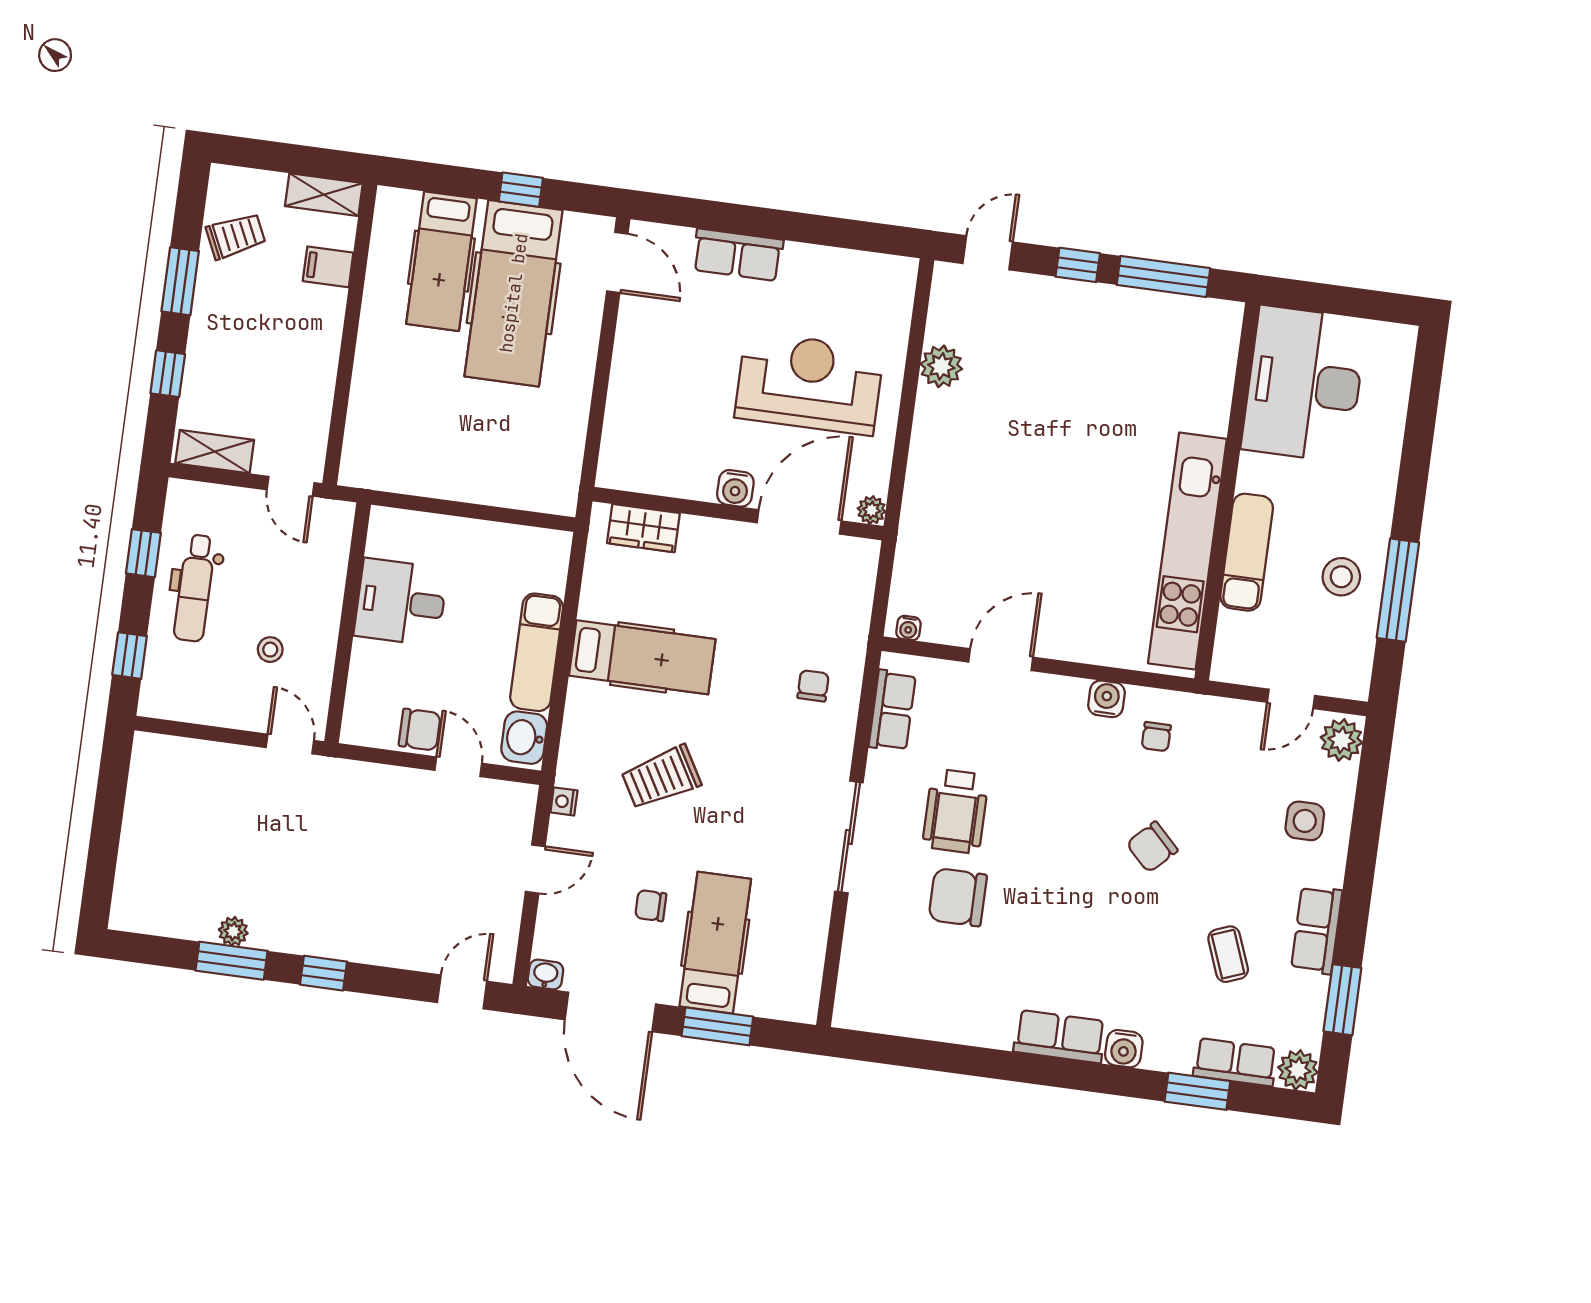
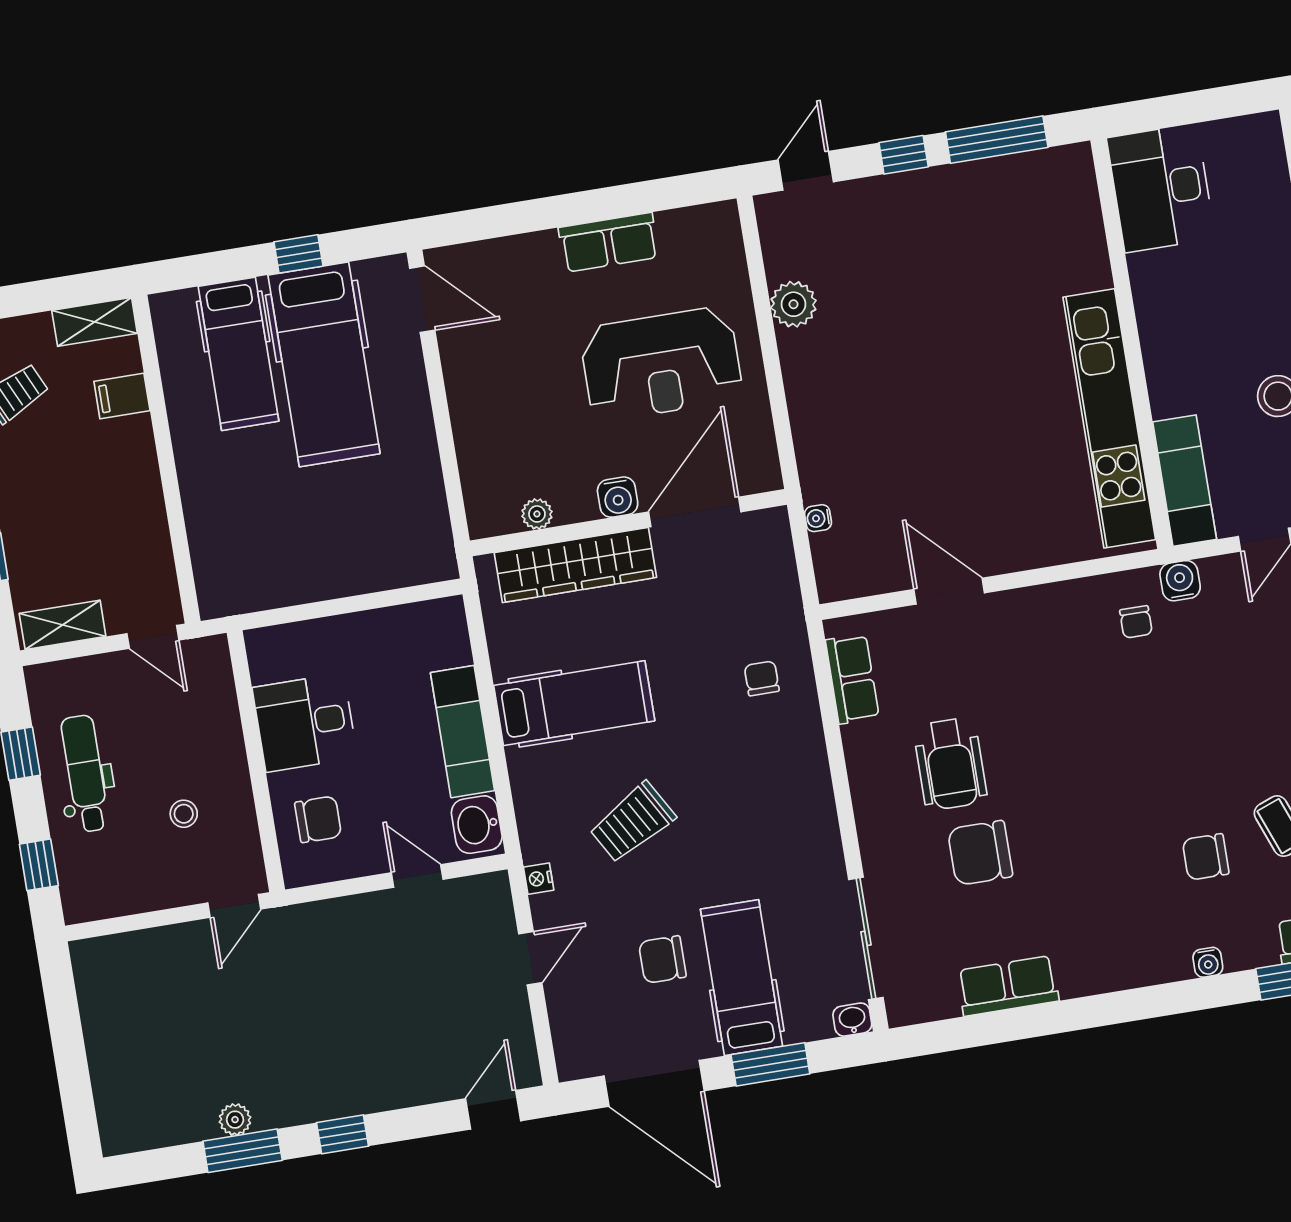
row of seats: (738, 255) -> (609, 242), moved
reception desk: (809, 383) -> (661, 364), turned 180
desk: (1304, 384) -> (1161, 188), width x0.73, depth x0.77
plant: (872, 510) -> (537, 514), moved
wardrobe: (643, 528) -> (575, 565), width x2.10, depth x1.17
exam couch: (1247, 552) -> (1185, 481), moved
dental chair: (195, 588) -> (85, 774), turned 180
water cooler: (908, 628) -> (818, 518), moved, turned 90
door: (1001, 660) -> (949, 591), hinge flipped
water cooler: (1106, 699) -> (1180, 581), moved
chair: (420, 730) -> (318, 819), moved
door: (290, 744) -> (234, 906), swing flipped
sliding door: (849, 837) -> (866, 938), moved
chair: (1152, 847) -> (1206, 857), moved, turned 45
chair: (651, 906) -> (662, 960), width x1.37, depth x1.37
washbasin: (546, 975) -> (852, 1020), moved
row of seats: (1060, 1036) -> (1008, 986), moved
water cooler: (1124, 1049) -> (1208, 962), width x0.72, depth x0.72

